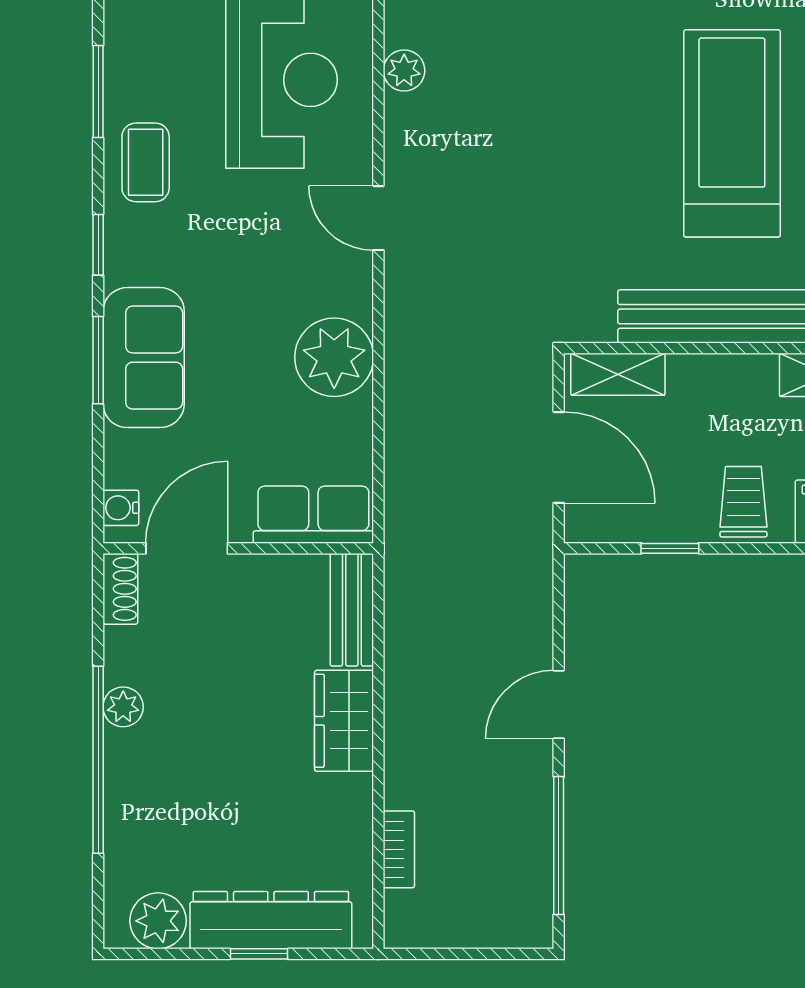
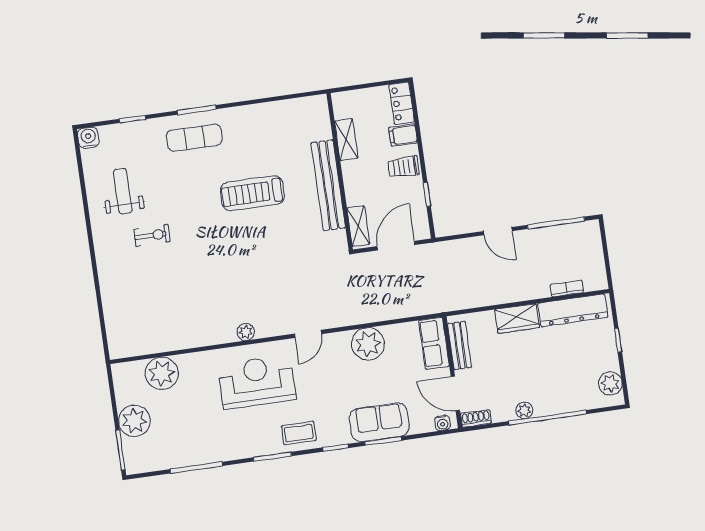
treadmill: (732, 133) -> (252, 193), width x0.73, depth x0.73
bench: (352, 610) -> (460, 345), moved, turned 90
dresser: (271, 920) -> (573, 310), moved, turned -90

